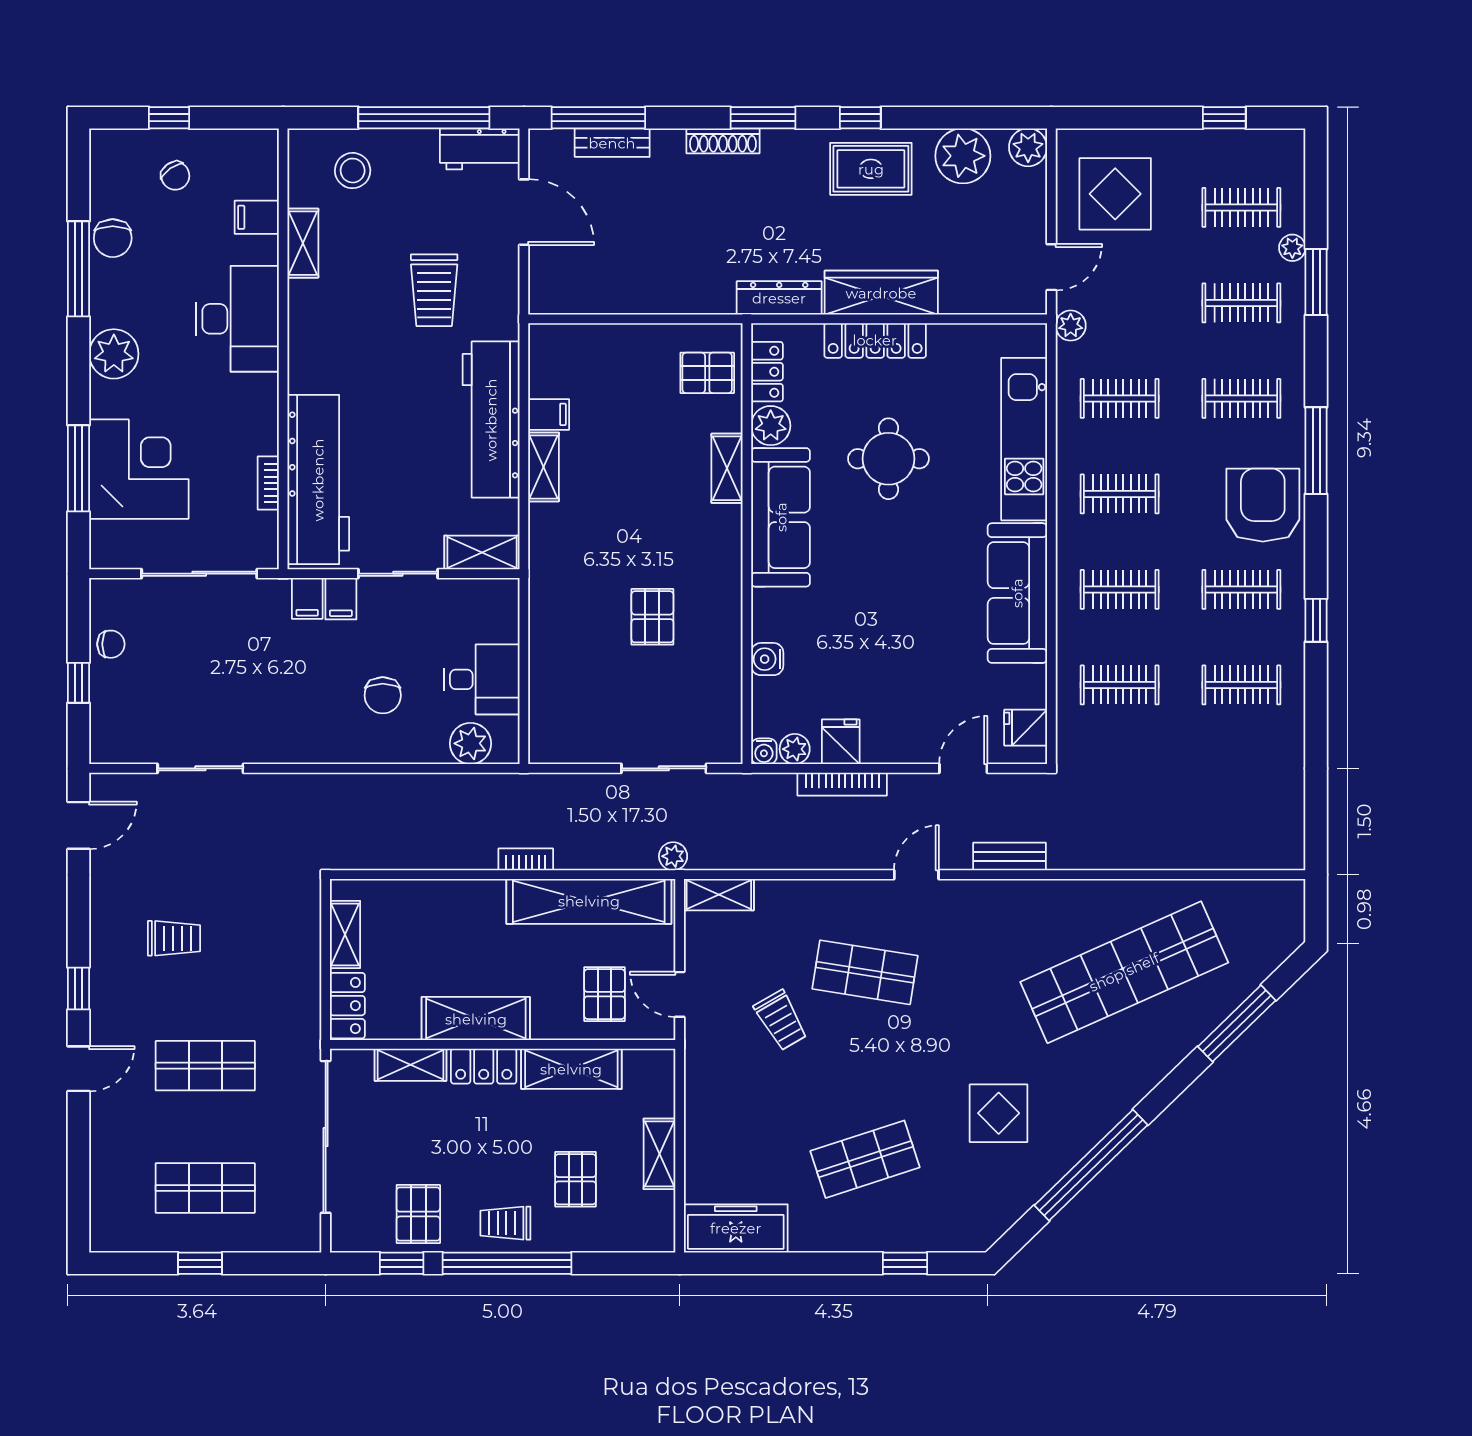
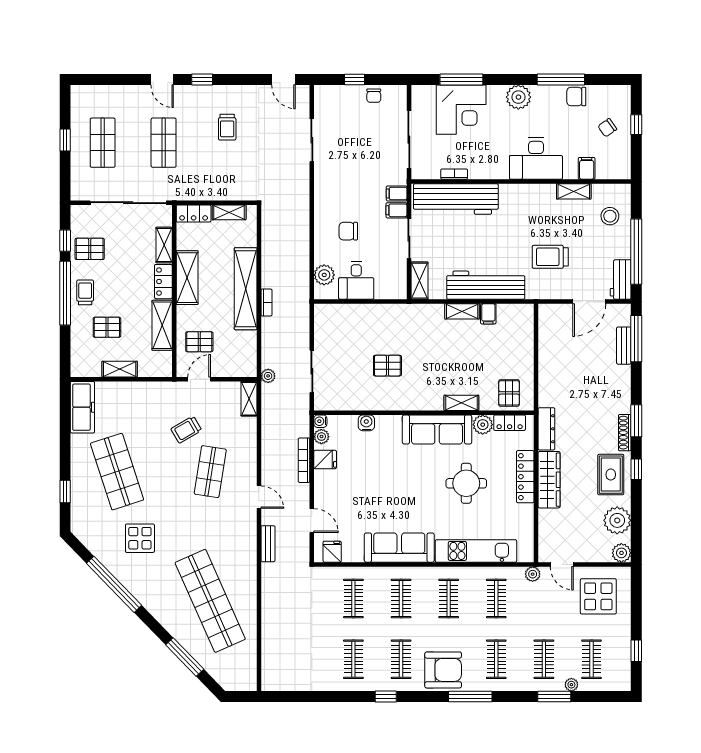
shoe rack: (723, 141) -> (625, 433), moved
shelving: (589, 901) -> (246, 289), moved
shop shelf: (865, 1159) -> (117, 472), width x1.43, depth x1.36

